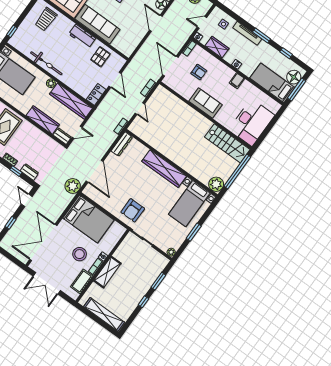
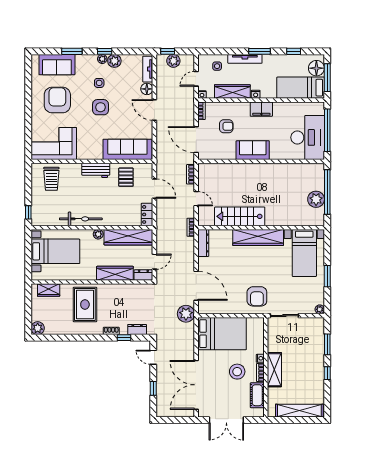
sofa: (97, 24) -> (127, 149), moved
wardrobe: (217, 47) -> (232, 91), width x1.50
filing cabinet: (237, 81) -> (261, 109), width x2.00
window: (269, 127) -> (327, 130), added
stairs: (227, 143) -> (240, 216), moved, turned 180
plant: (216, 184) -> (316, 199), moved

